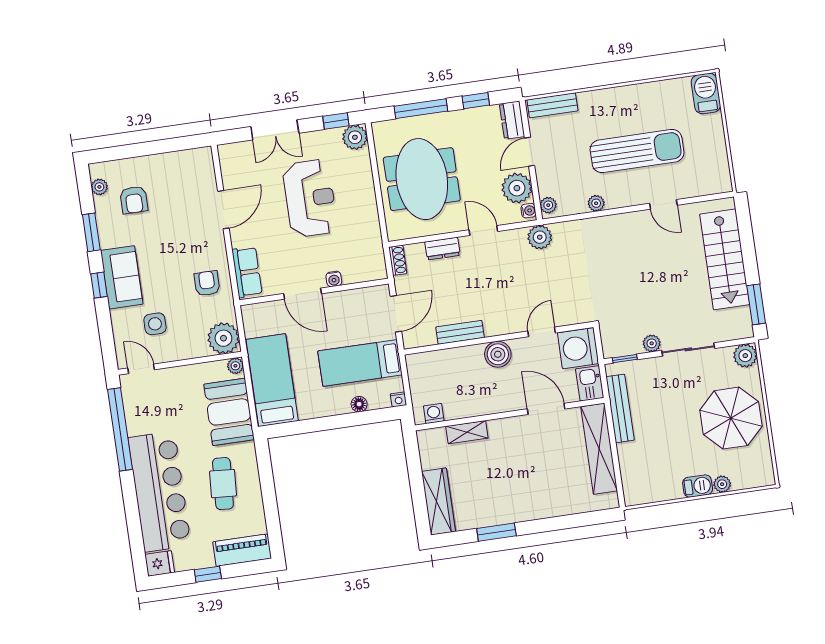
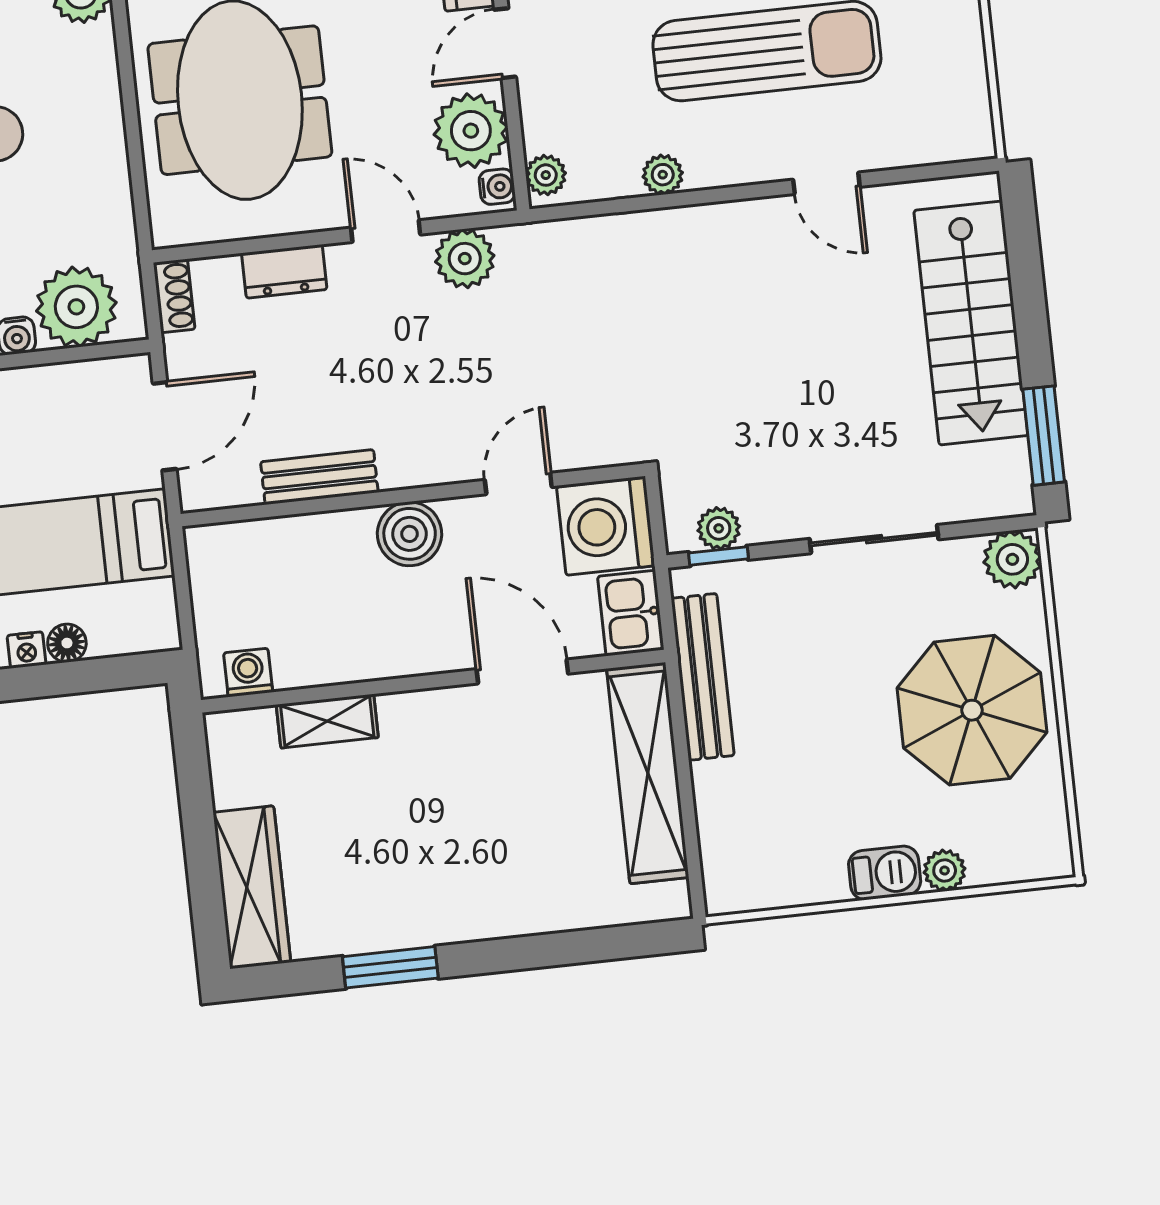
plant: (540, 237) -> (465, 259), moved
plant: (358, 266) -> (76, 307), added
plant: (652, 343) -> (719, 528), moved
nightstand: (398, 399) -> (27, 650), moved

